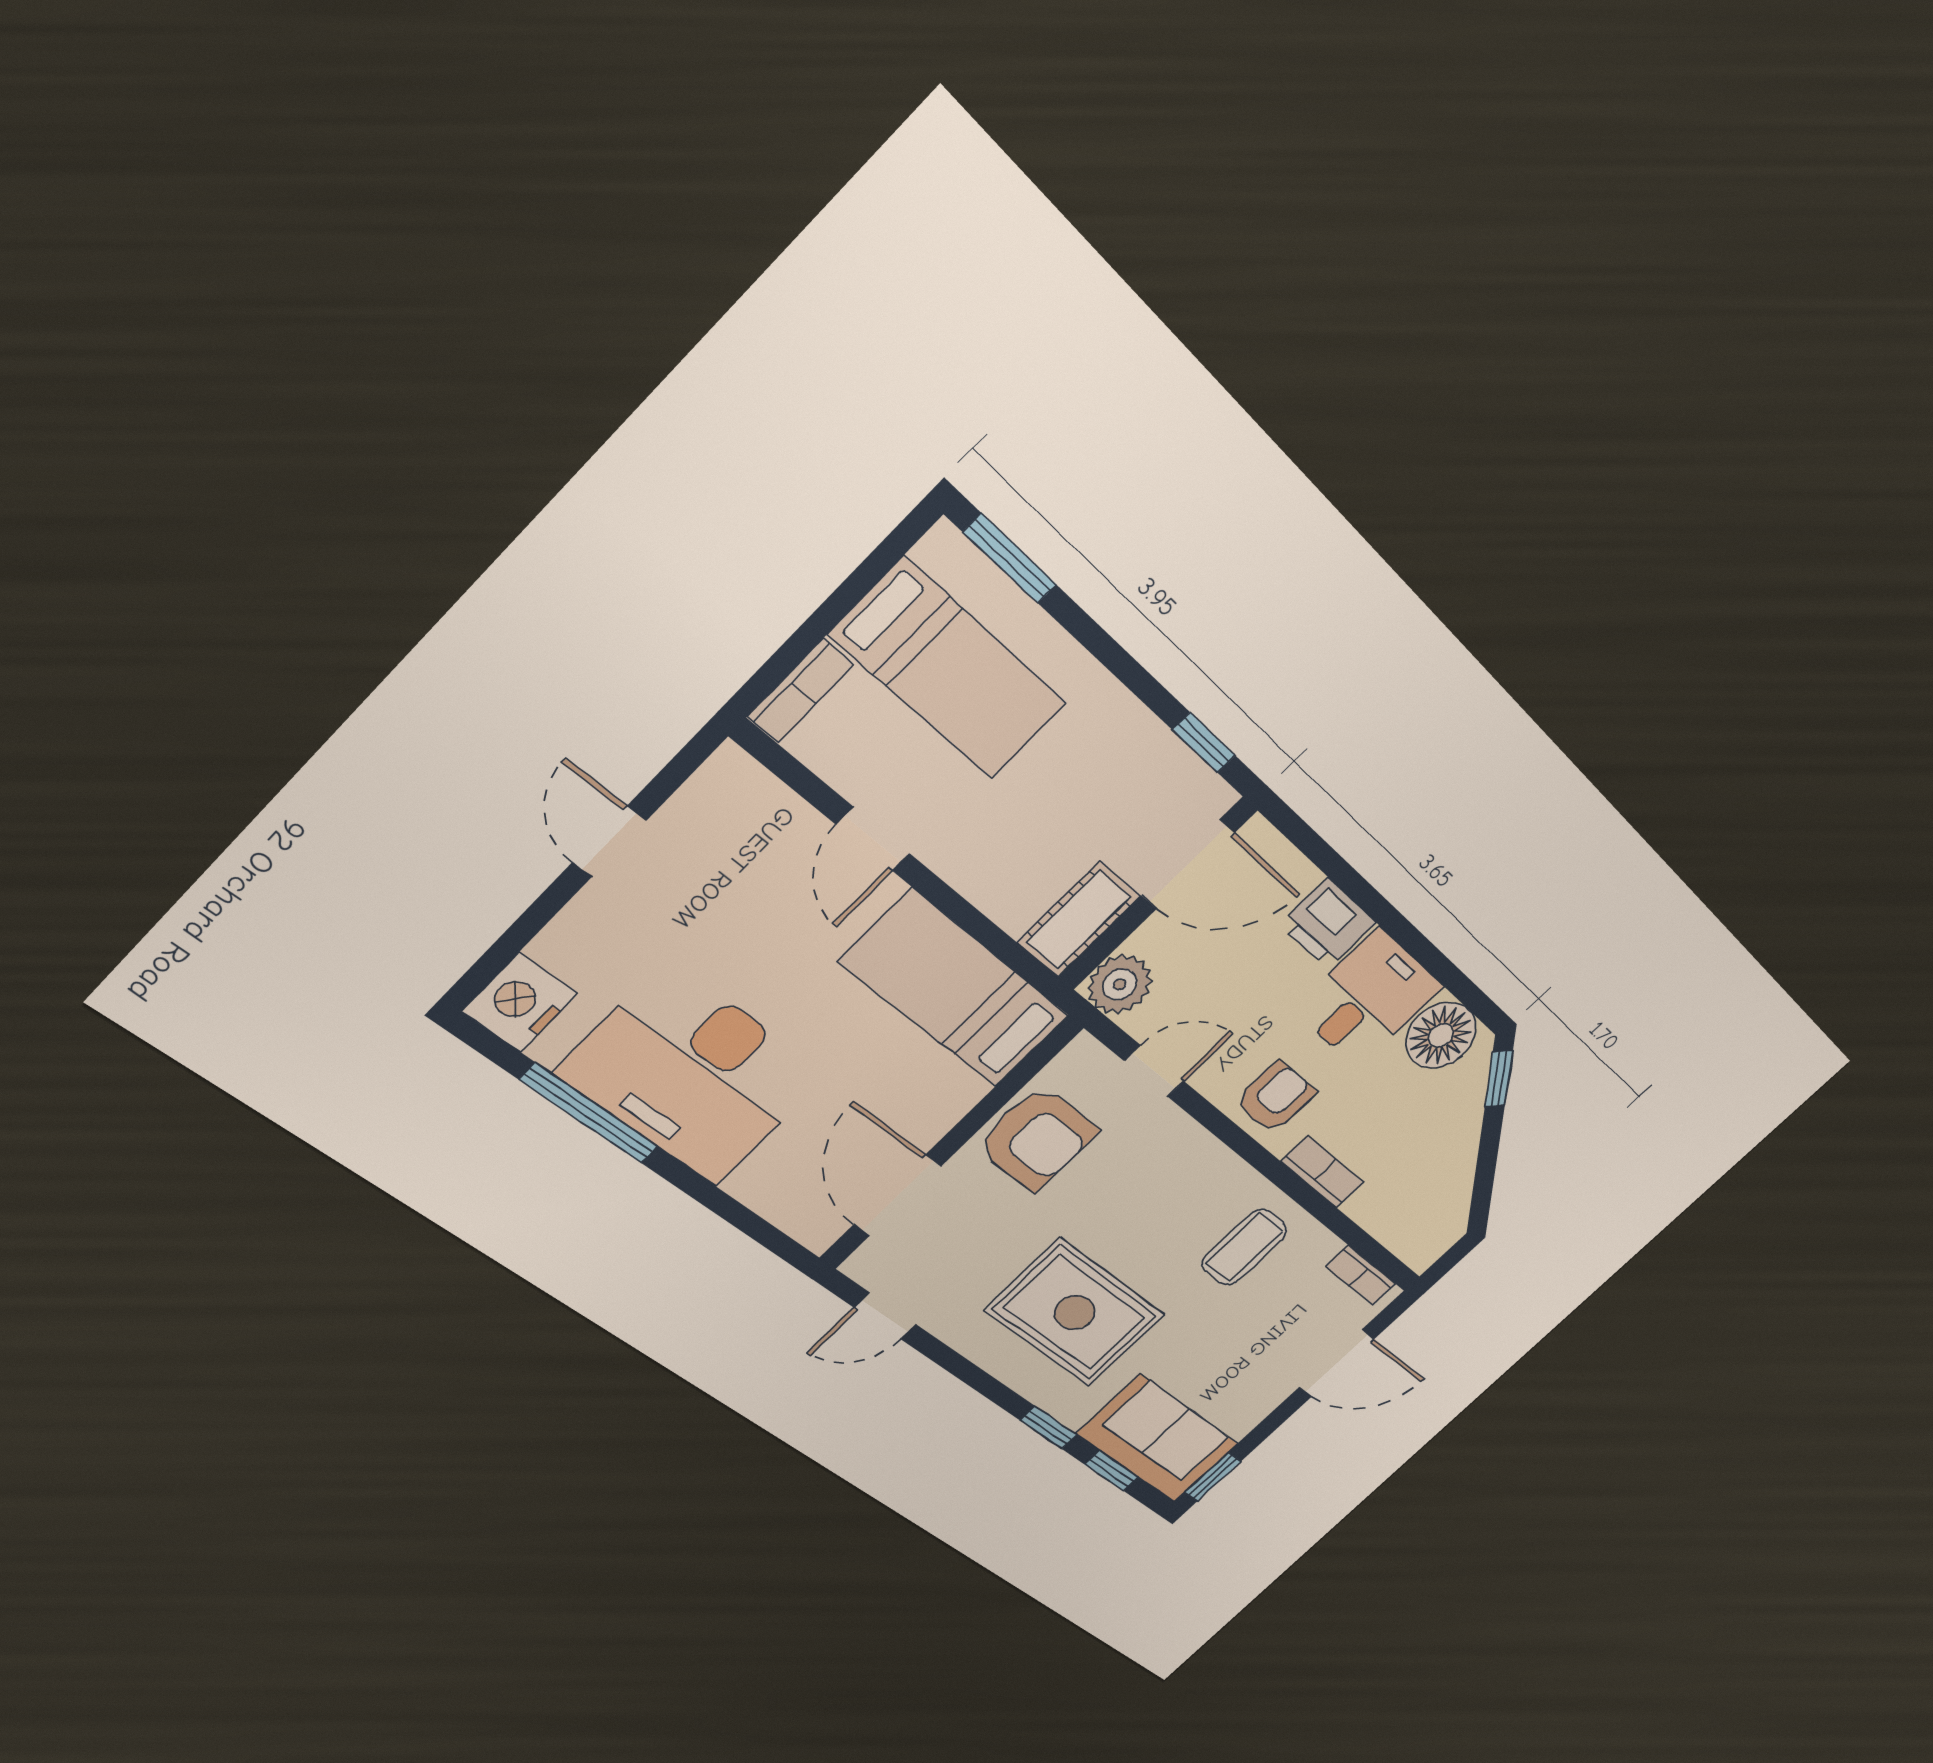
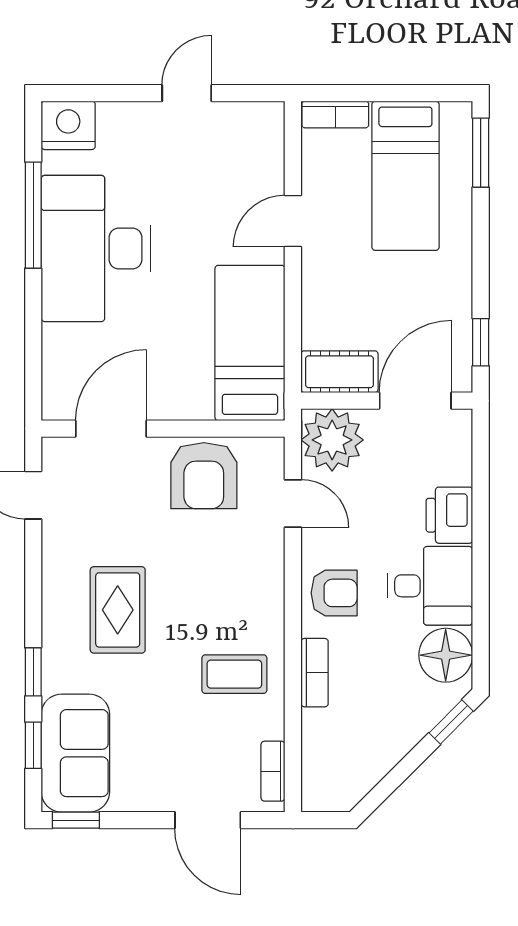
door: (1188, 864) -> (415, 401), swing flipped
plant: (1120, 984) -> (332, 440), width x1.36, depth x1.36
rug: (1075, 1313) -> (118, 610), width x0.73, depth x0.70

